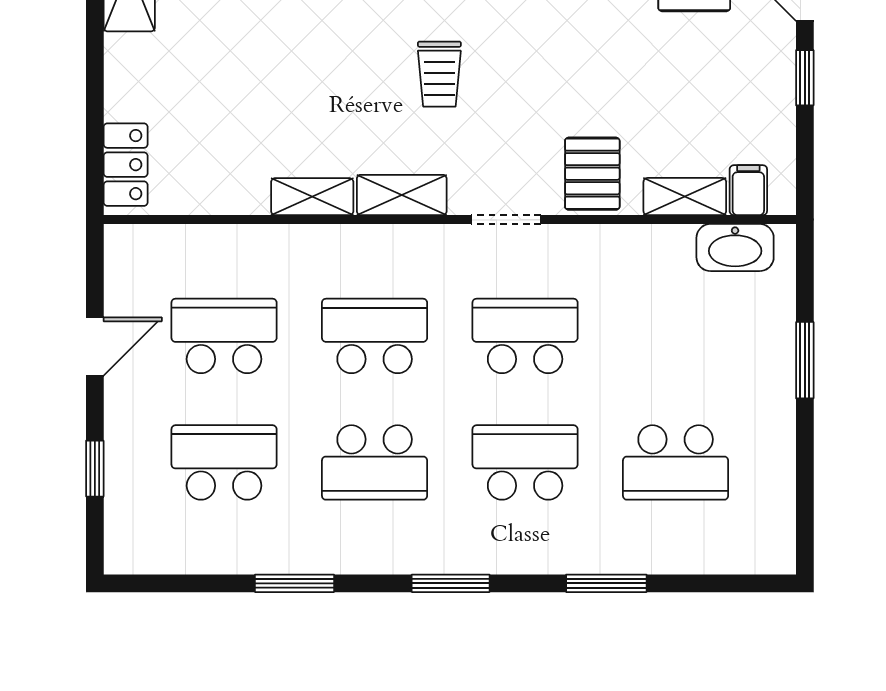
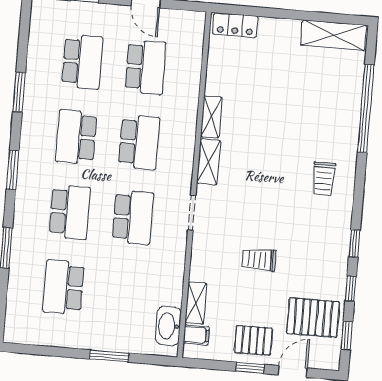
trolley: (439, 74) -> (259, 260), moved
pallet: (592, 174) -> (253, 340), moved

